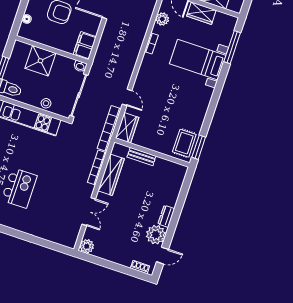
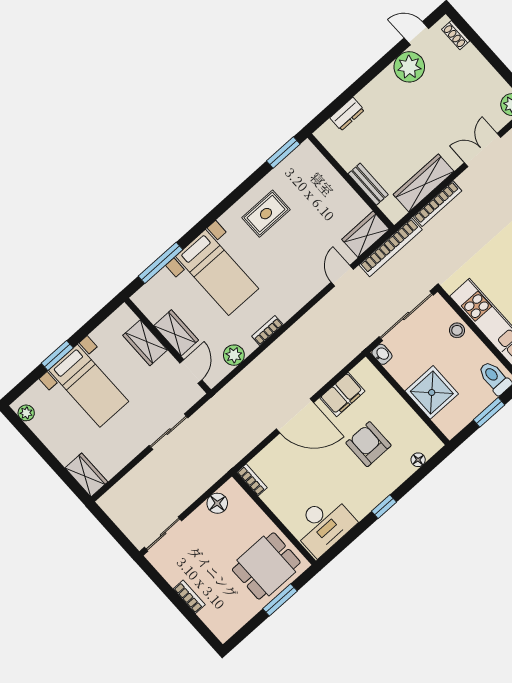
filing cabinet: (85, 46) -> (342, 394), moved
rug: (184, 143) -> (266, 214), moved
dresser: (166, 216) -> (347, 114), moved

